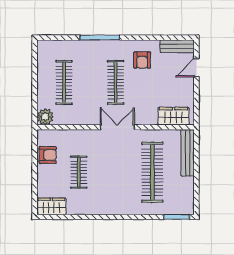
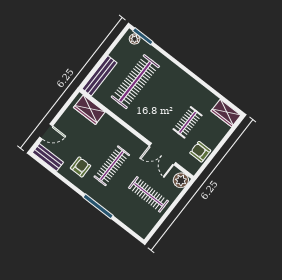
clothes rail: (64, 82) -> (148, 194), turned 90
double door: (117, 127) -> (163, 154), moved
plant: (182, 209) -> (135, 39), added

